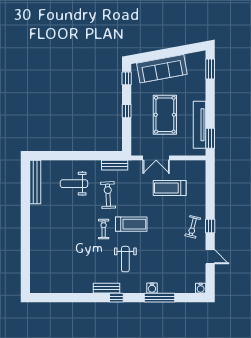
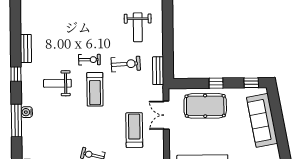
pool table: (165, 115) -> (205, 106), moved
weight bench: (74, 184) -> (138, 27), turned 180
bench: (106, 288) -> (26, 49), moved

